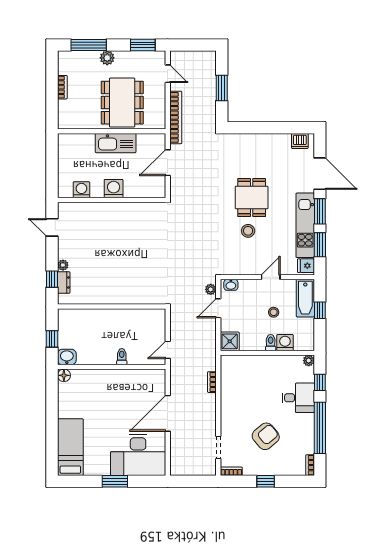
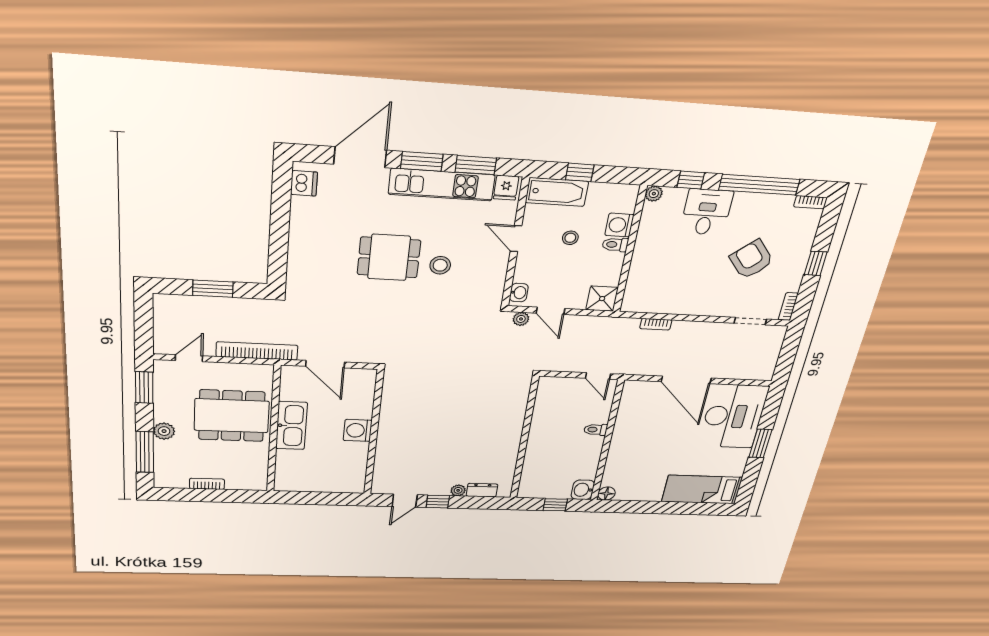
washing machine: (81, 190) -> (356, 467), removed
window: (52, 279) -> (438, 502), moved

